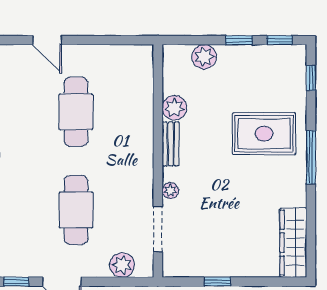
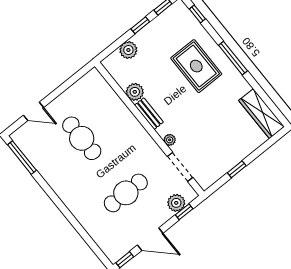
rug: (264, 134) -> (196, 66), turned 90
cafe table: (76, 210) -> (126, 193), turned 90
window: (123, 282) -> (184, 212), added

